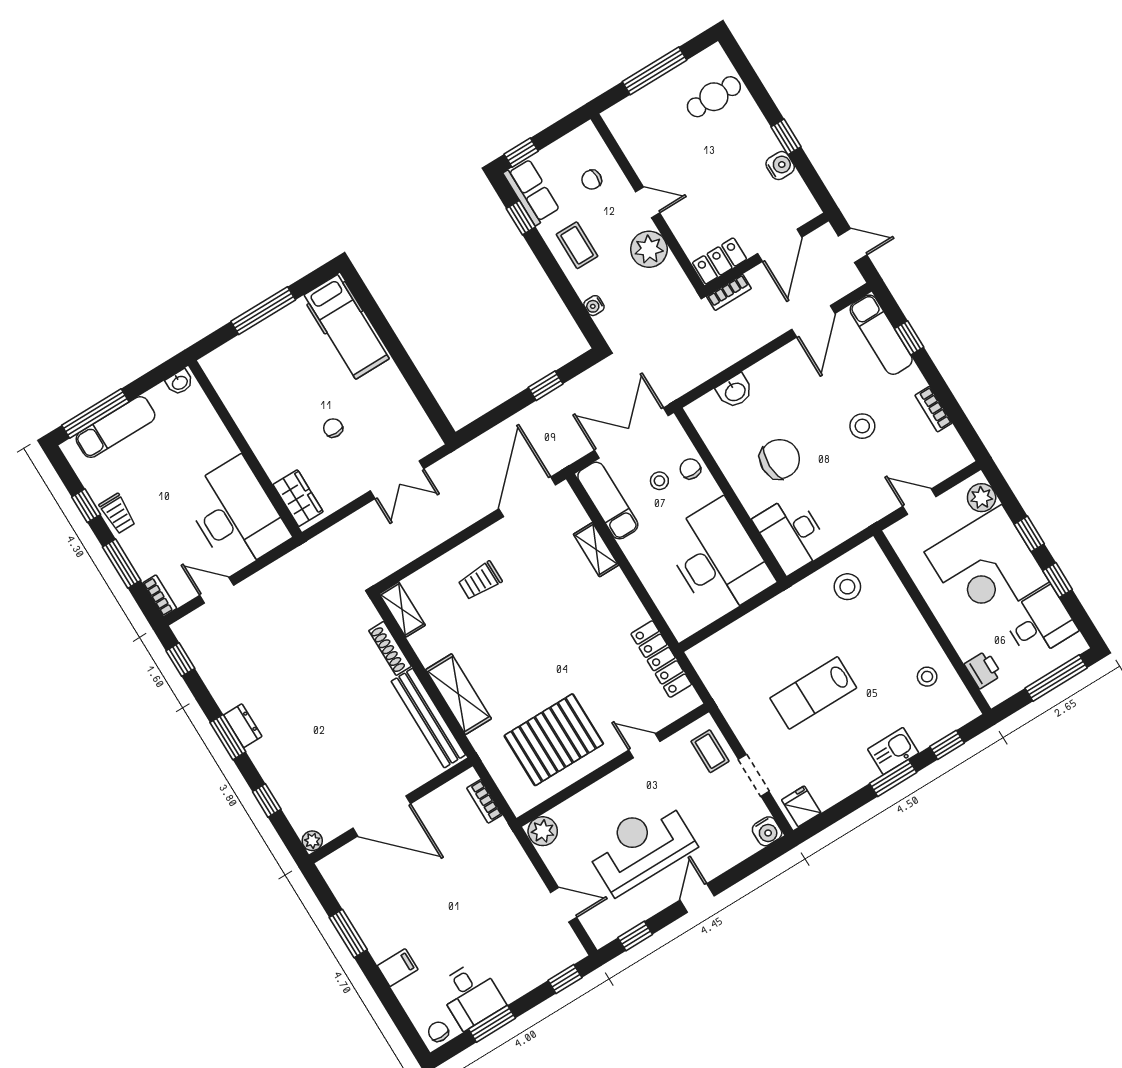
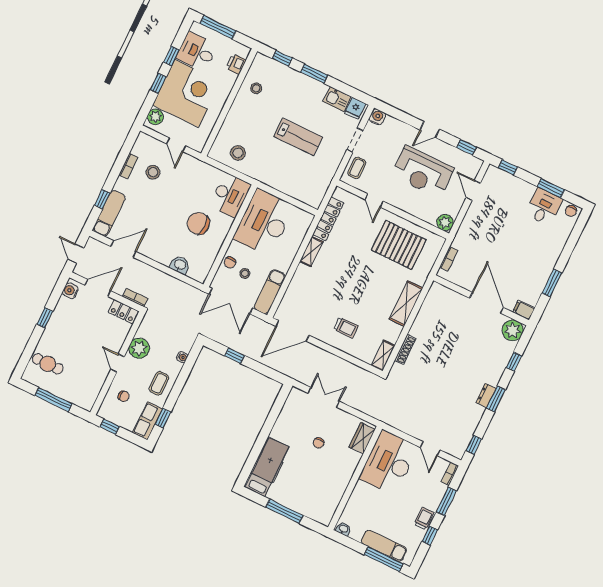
window: (521, 153) -> (110, 427), moved
water cooler: (780, 166) -> (70, 291), moved
stool: (862, 426) -> (153, 172), moved
shelving: (596, 550) -> (311, 252), moved
bench: (428, 718) -> (426, 310), removed
kitchen sink: (893, 751) -> (337, 99), moved
plant: (312, 841) -> (513, 330), width x1.88, depth x1.88
filing cabinet: (398, 968) -> (524, 310), moved

